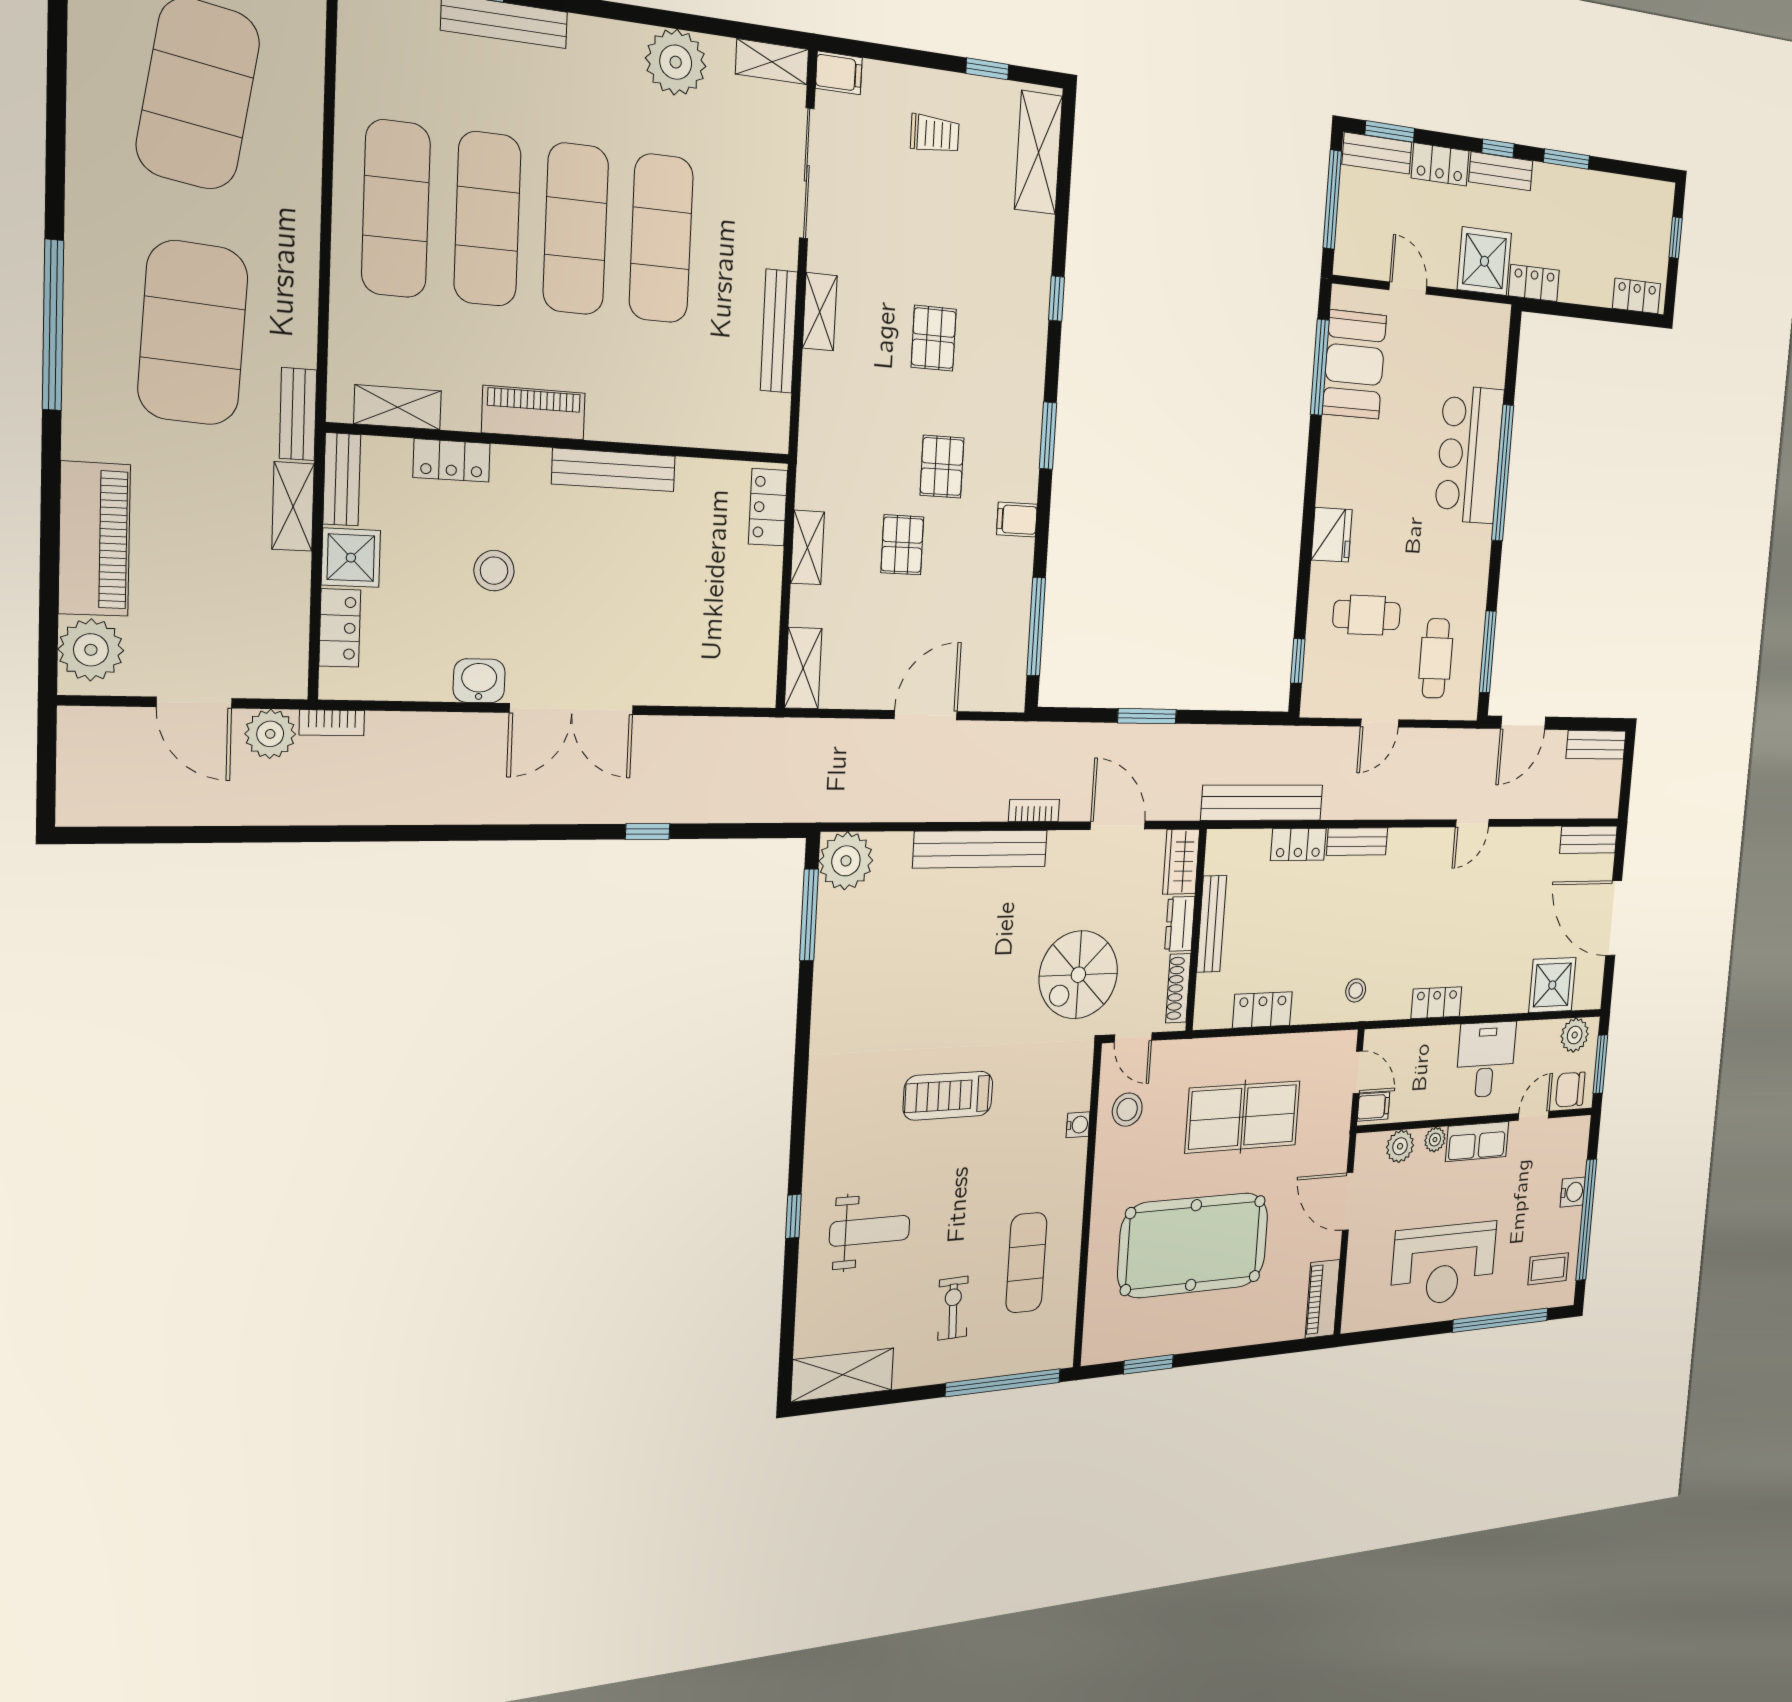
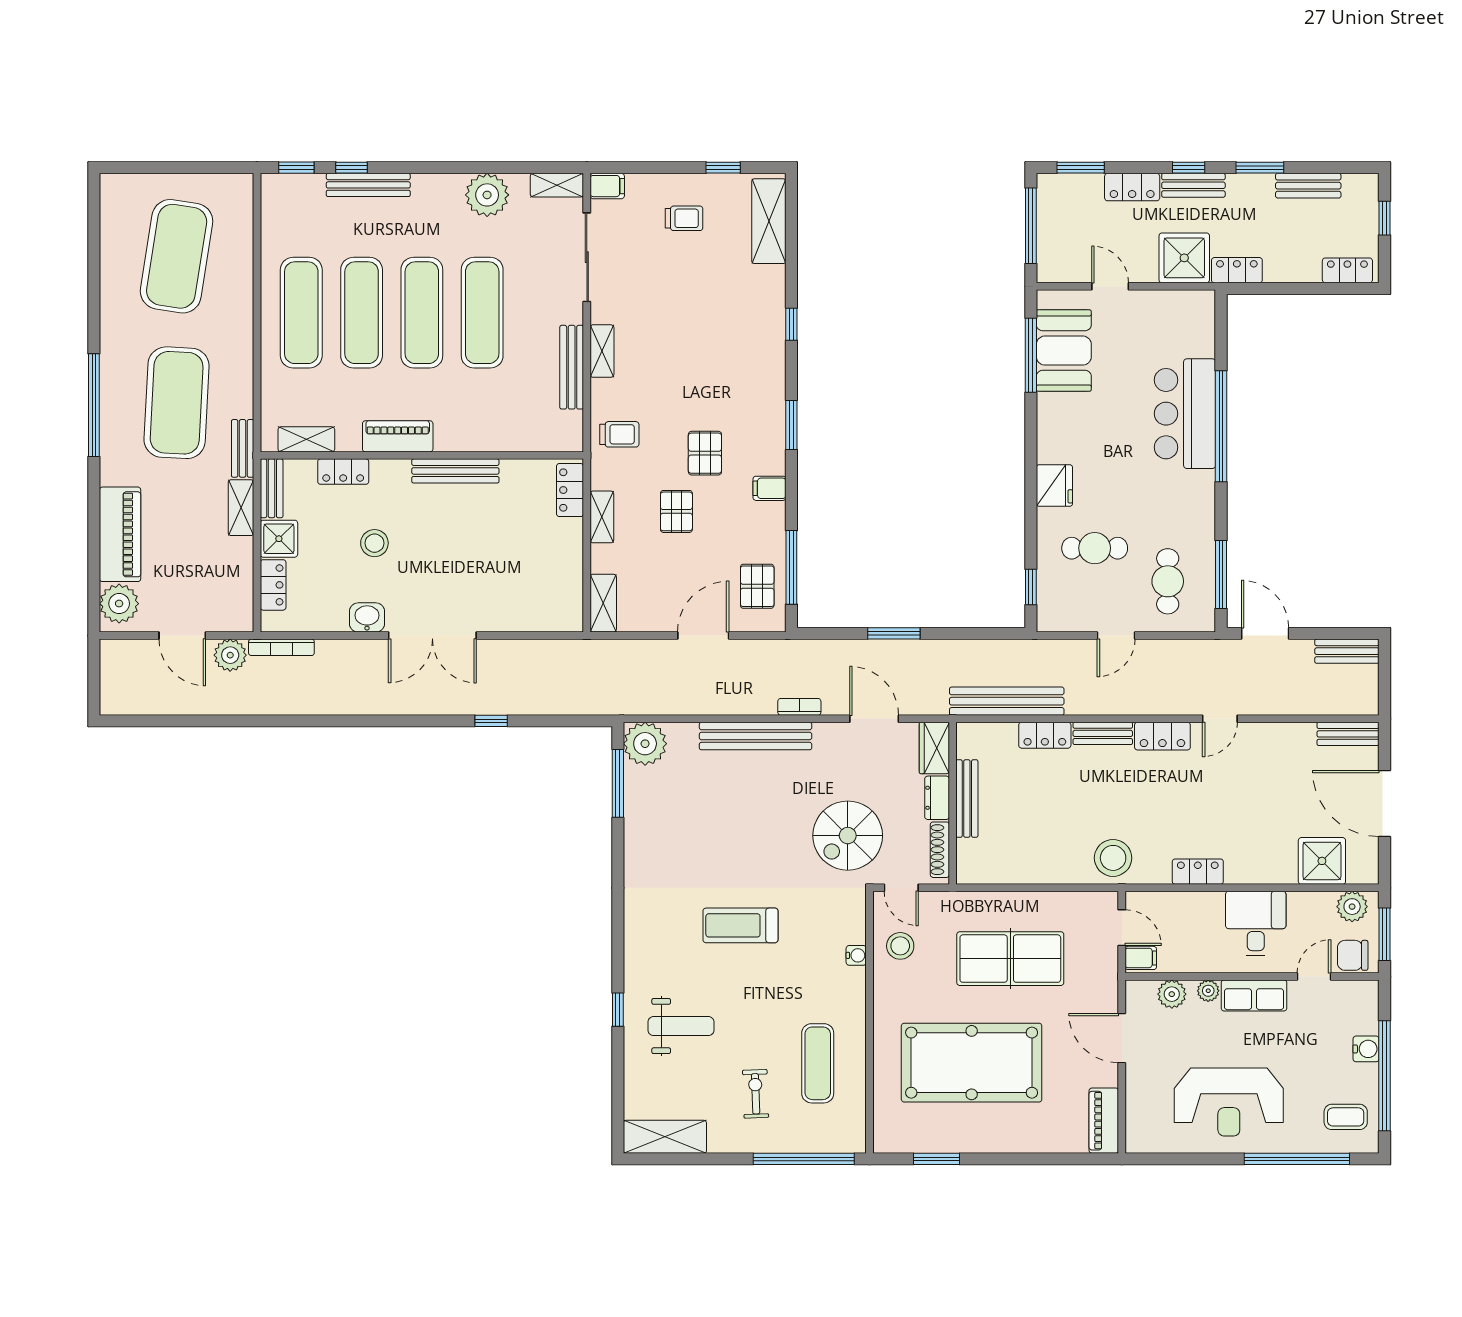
bench: (1377, 153) -> (1308, 186), moved
pallet: (934, 338) -> (757, 586), moved
trolley: (836, 432) -> (619, 434), added
bookcase: (332, 723) -> (281, 647), width x1.56
door: (1523, 723) -> (1265, 633), swing flipped
stool: (1356, 990) -> (1113, 858), width x1.89, depth x1.89
locker: (1262, 1010) -> (1162, 736), moved, turned 180

